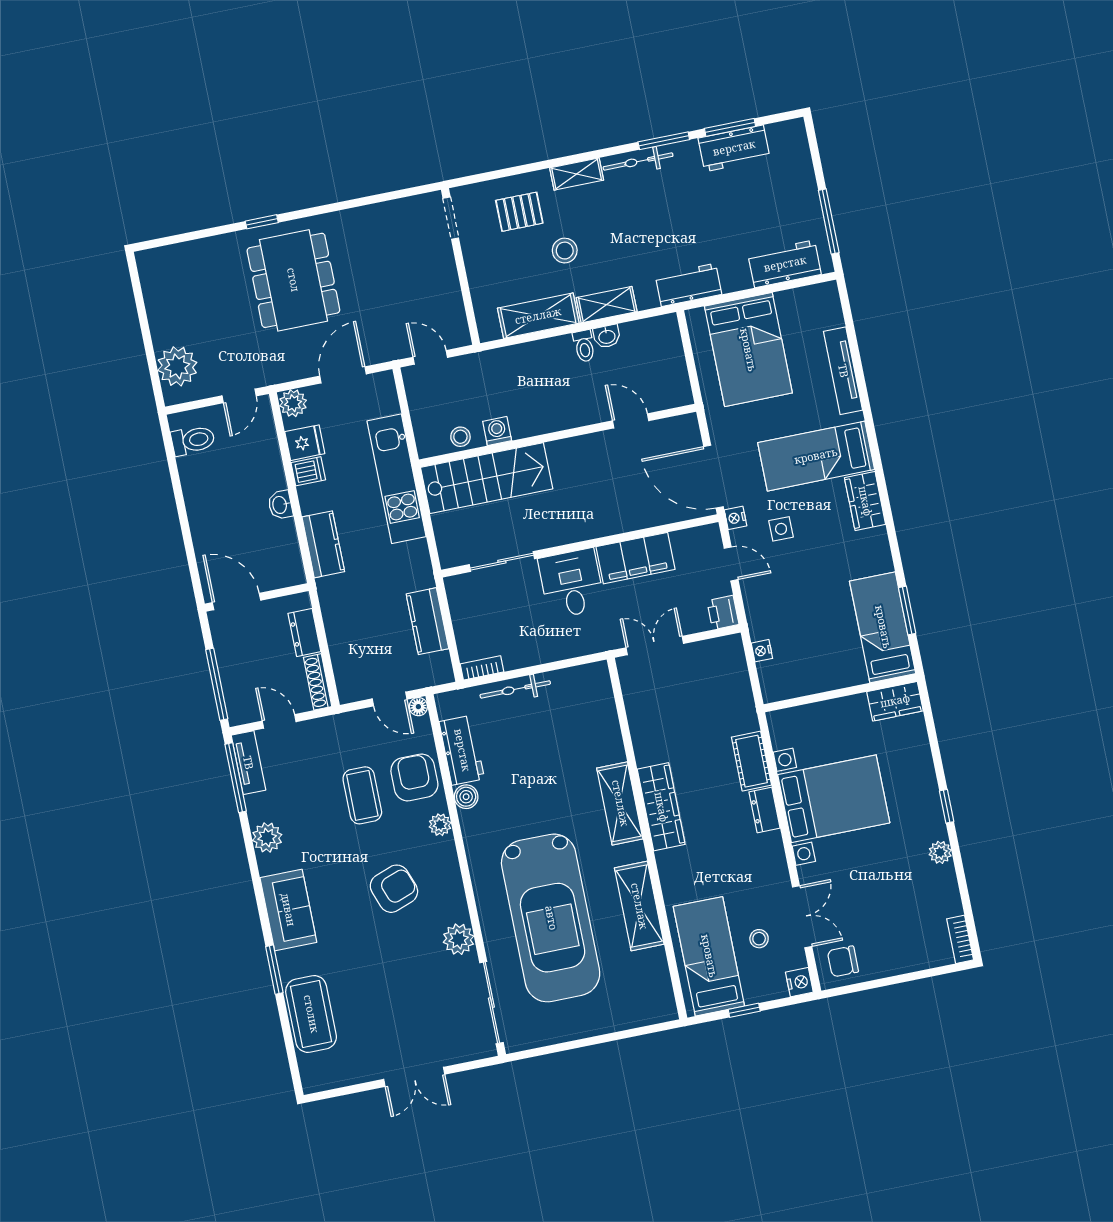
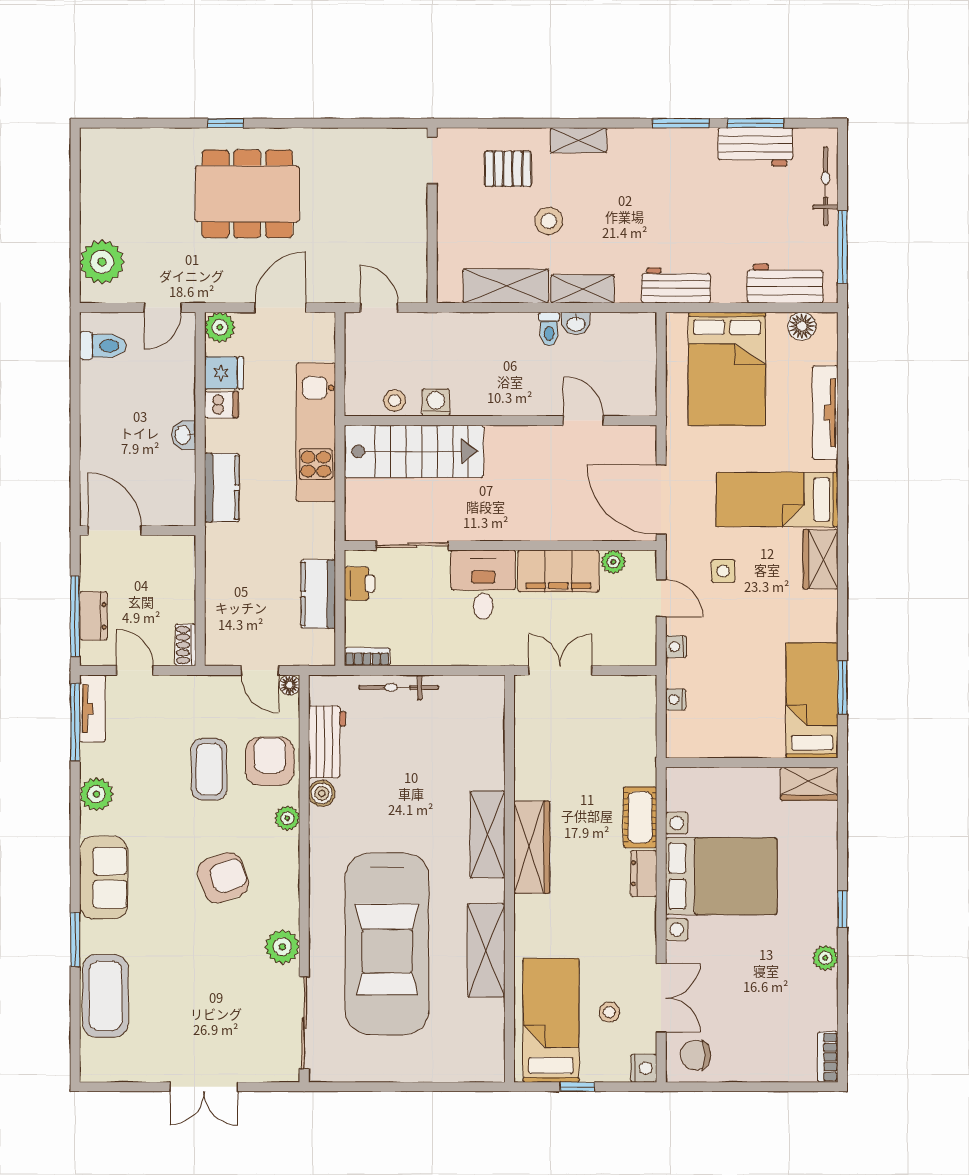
bicycle: (638, 162) -> (826, 186), moved, turned 90
dining table: (293, 280) -> (247, 194), turned 90
floor lamp: (807, 299) -> (802, 326), added
nightstand: (736, 518) -> (676, 647), moved
plant: (682, 540) -> (613, 562), added
printer: (723, 613) -> (359, 584), moved, turned 180
dresser: (304, 632) -> (93, 616), moved, turned 180
shoe rack: (318, 682) -> (185, 645), width x0.70

